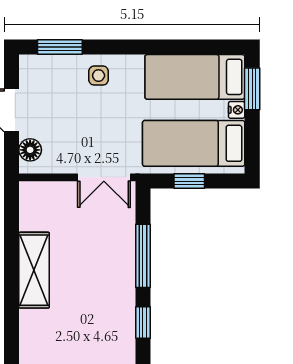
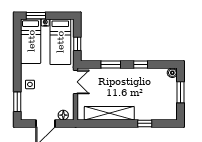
window: (143, 256) -> (111, 65), width x0.69
shelving: (34, 270) -> (109, 113), width x1.47
window: (11, 332) -> (145, 123), added

